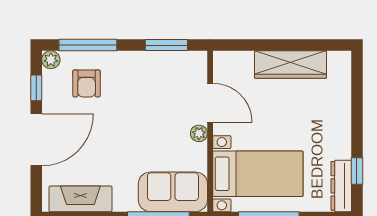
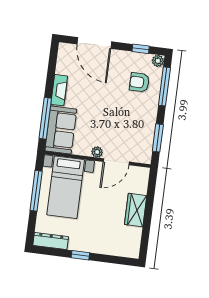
wardrobe: (291, 65) -> (136, 210), width x0.67
door: (36, 140) -> (94, 43), moved
window: (357, 171) -> (80, 255), moved
fireplace: (80, 199) -> (59, 90), moved, width x0.73, depth x0.76

